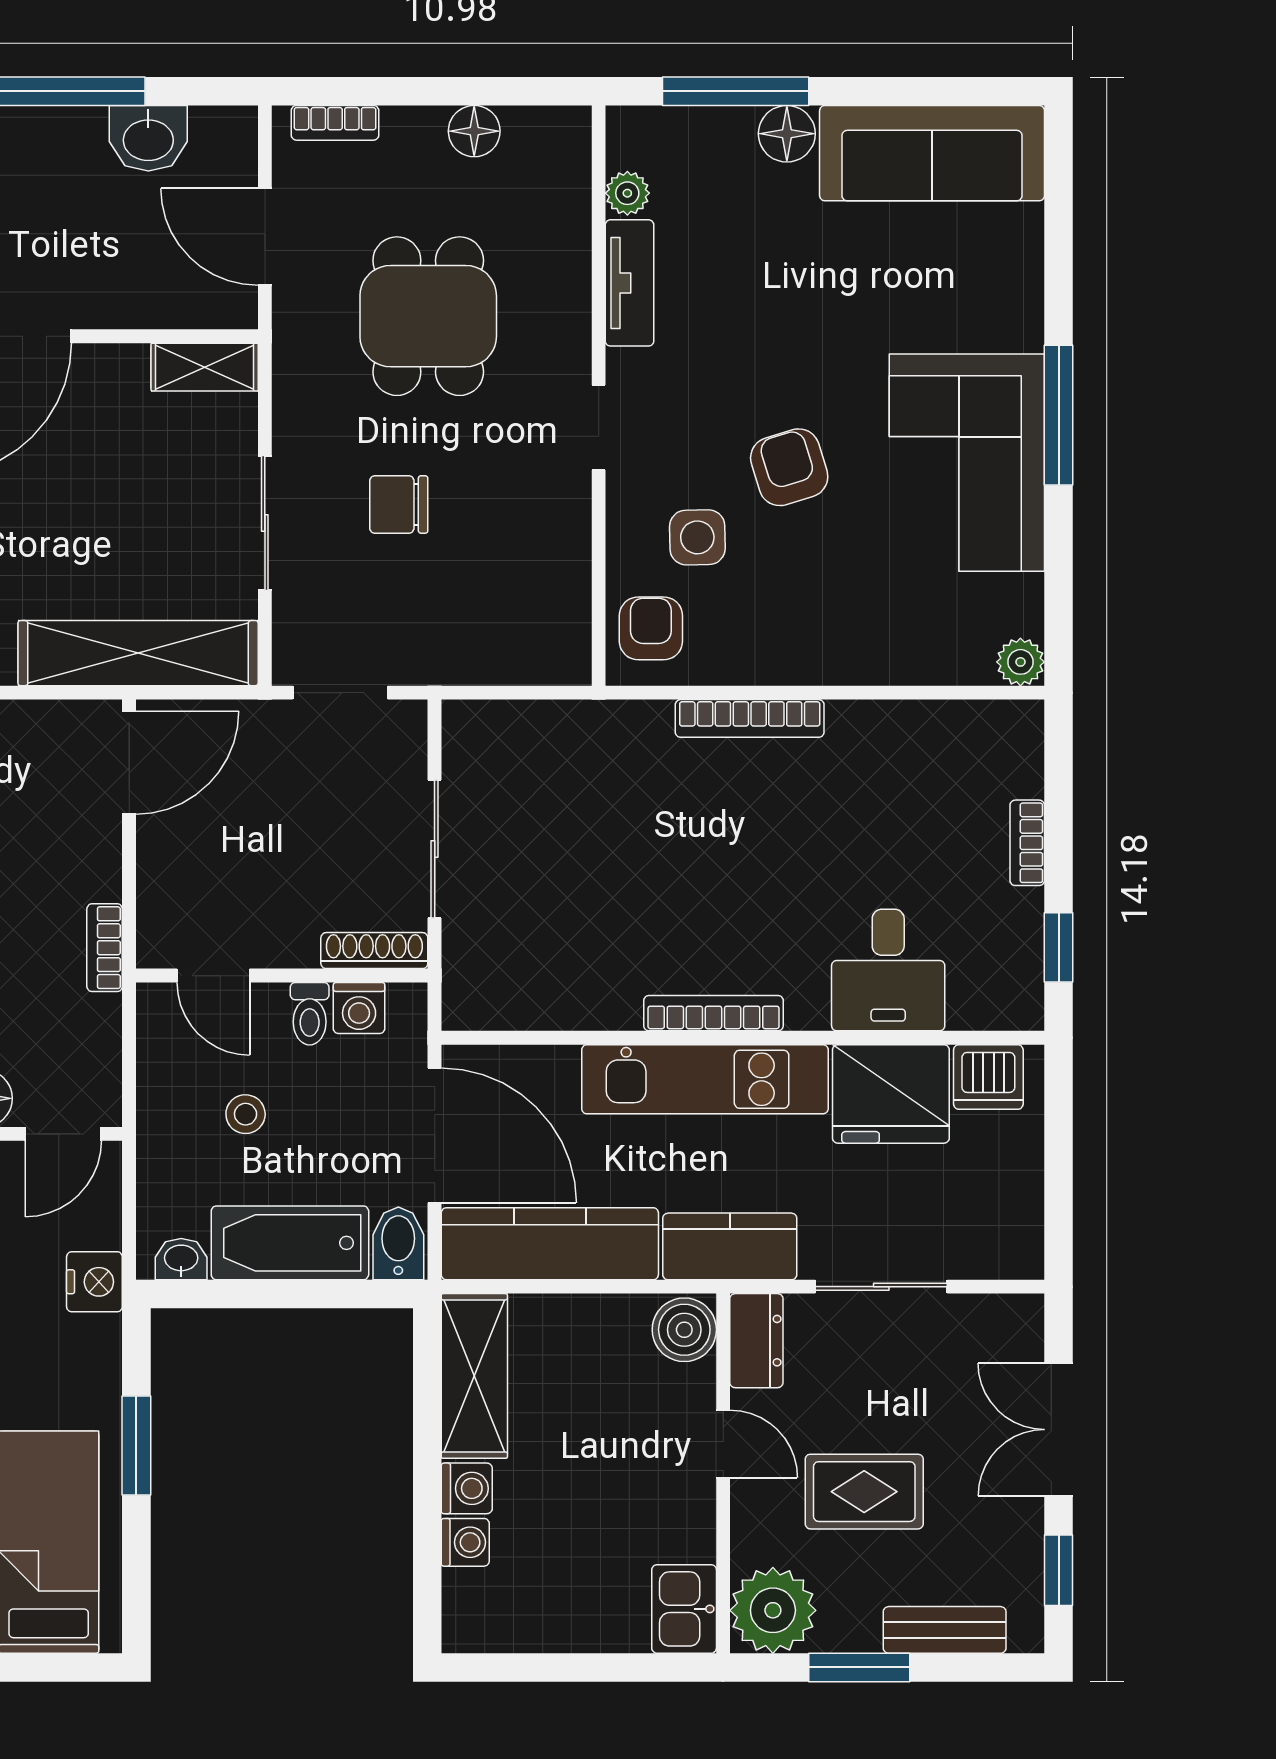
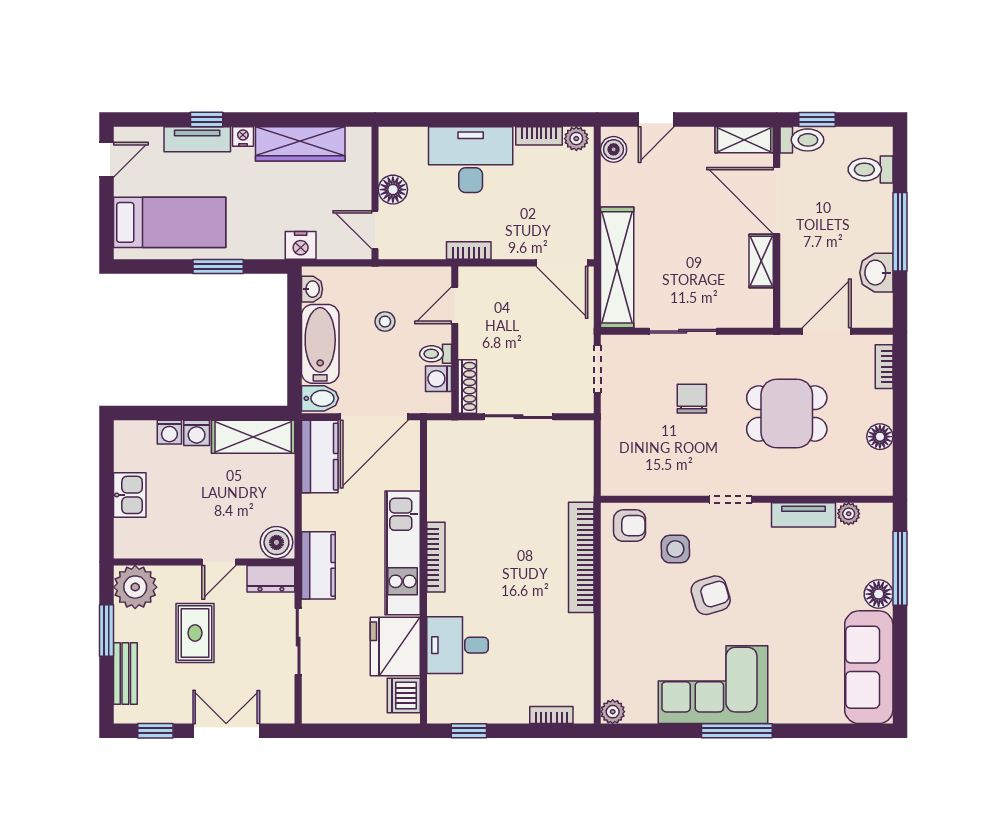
shelving: (205, 367) -> (761, 261), moved
bookcase: (750, 718) -> (581, 557), width x1.48, depth x1.31
bookcase: (1027, 843) -> (551, 715), moved
kitchen counter: (550, 1244) -> (320, 457), width x0.67
kitchen sink: (684, 1609) -> (130, 495), moved, turned 90

